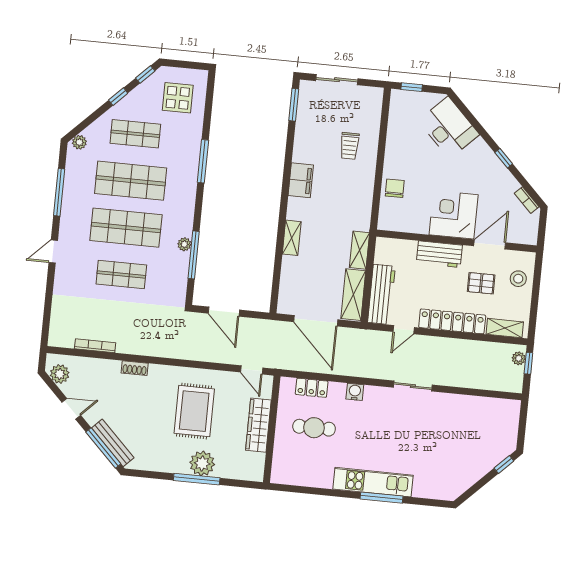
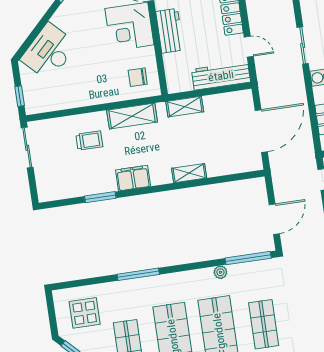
sliding door: (337, 80) -> (27, 148), moved
window: (294, 105) -> (100, 197), moved
chair: (395, 188) -> (138, 77), moved
window: (194, 255) -> (248, 258), moved
shelving: (353, 295) -> (132, 116), moved
sliding door: (413, 386) -> (303, 46), moved

